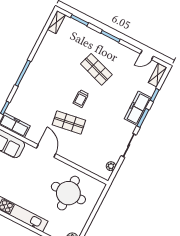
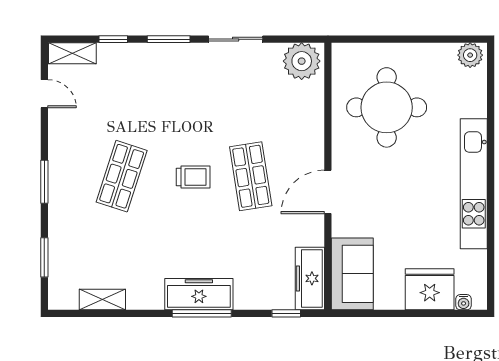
shelving: (56, 22) -> (102, 300), moved
freezer: (138, 108) -> (199, 294), moved, turned 180
plant: (111, 166) -> (302, 61), width x1.87, depth x1.87

